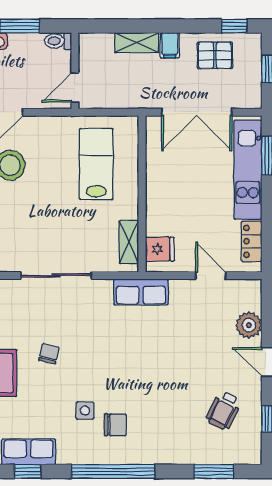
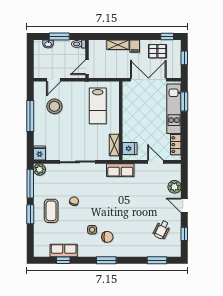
double door: (197, 112) -> (148, 80), swing flipped
lab bench: (96, 164) -> (98, 106), turned 180
window: (113, 471) -> (106, 260), width x0.47

